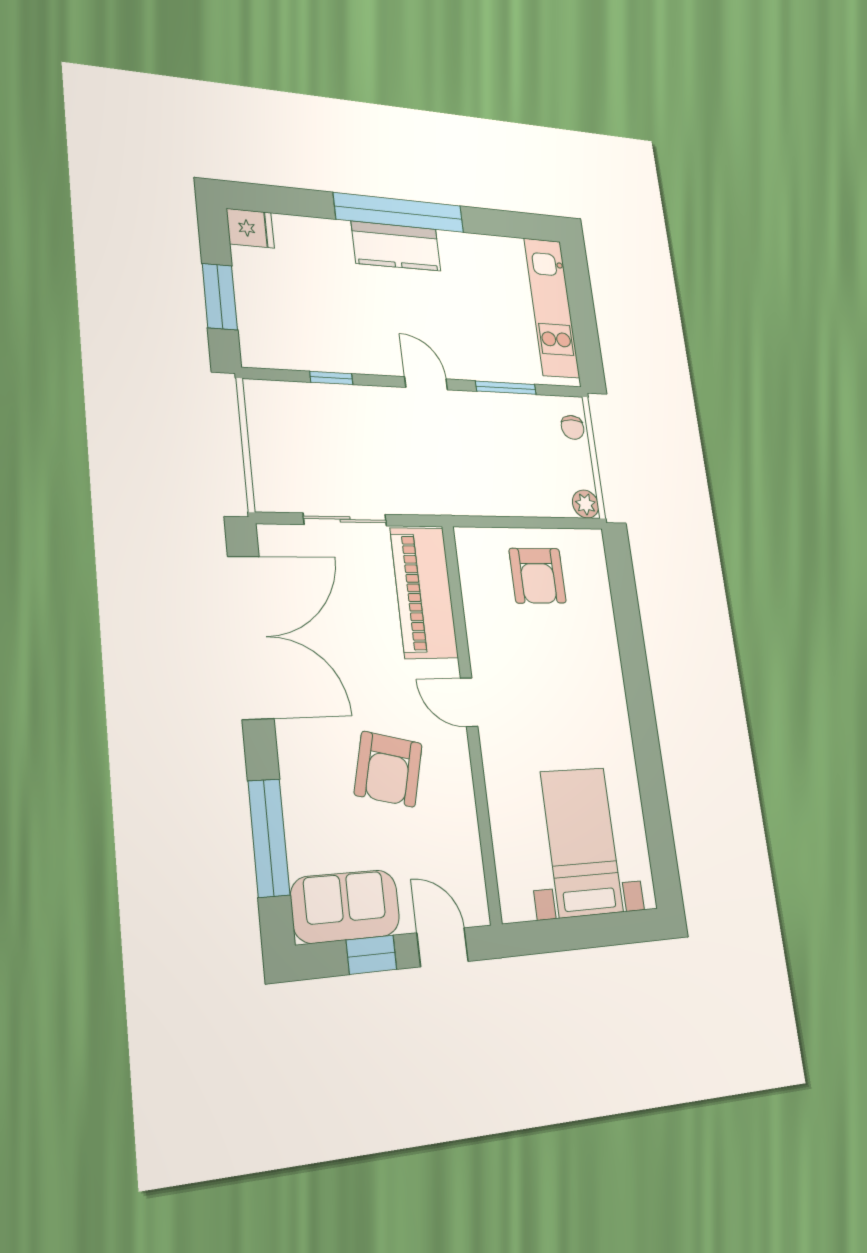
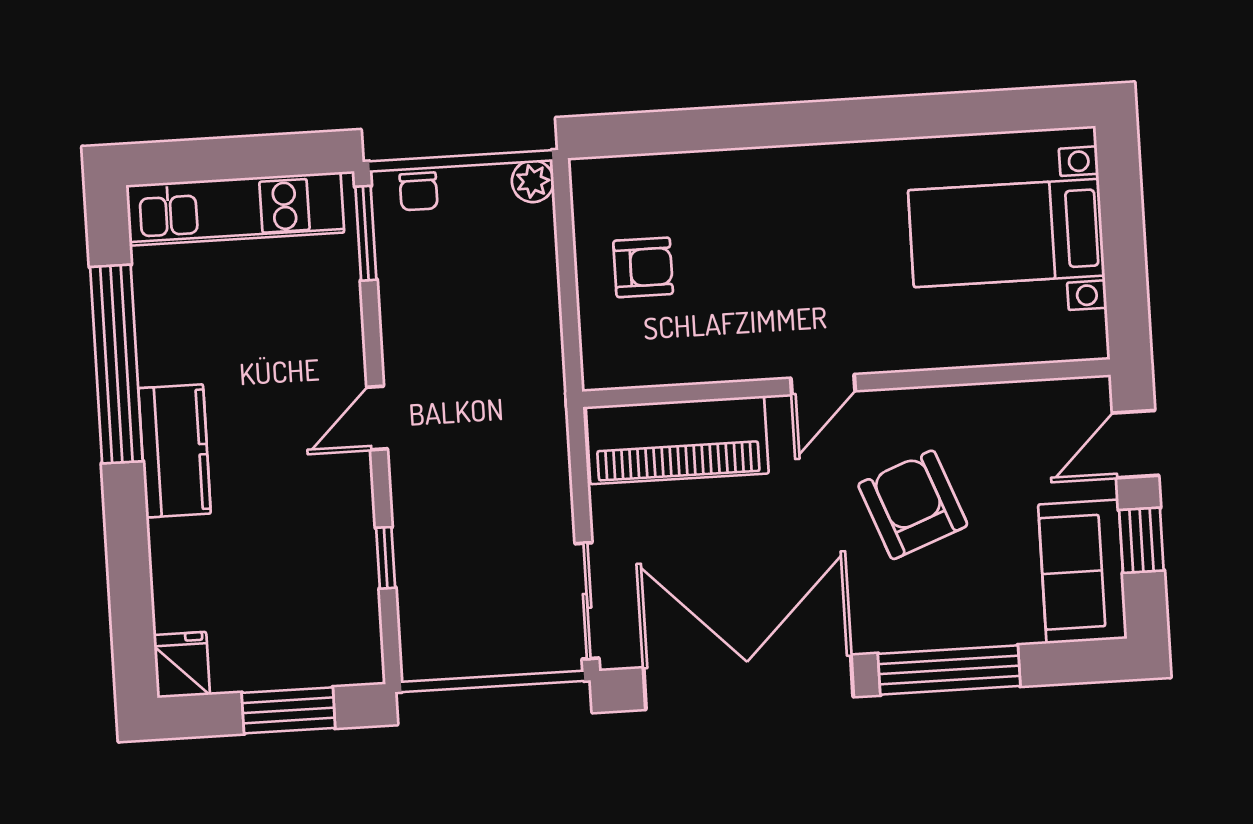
window: (399, 213) -> (116, 364), moved
window: (506, 388) -> (366, 233), moved
chair: (573, 427) -> (419, 191), turned 90
sliding door: (345, 519) -> (587, 601), moved
armchair: (538, 576) -> (643, 267), width x0.72, depth x0.72
armchair: (388, 769) -> (913, 505), turned -125
window: (269, 838) -> (949, 670), moved

